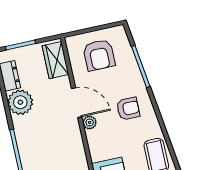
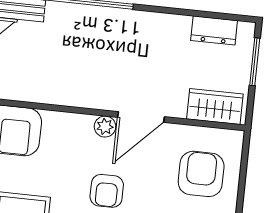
armchair: (99, 55) -> (201, 174), turned 90
plant: (20, 102) -> (169, 33), removed

